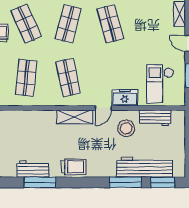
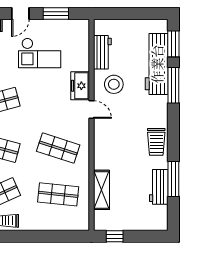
shop shelf: (68, 78) -> (58, 148), turned 30
checkout: (160, 84) -> (40, 53), moved
shelving: (75, 117) -> (101, 190), moved
trolley: (74, 167) -> (156, 142), turned 180

